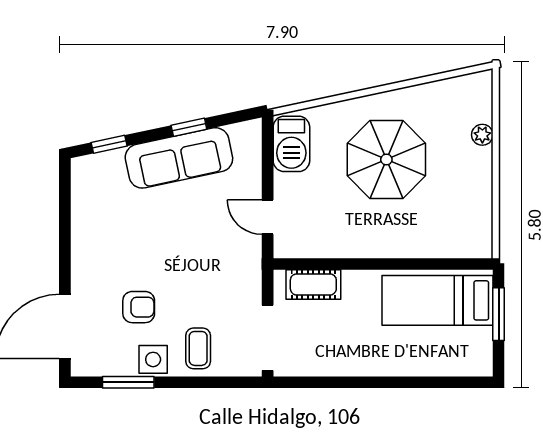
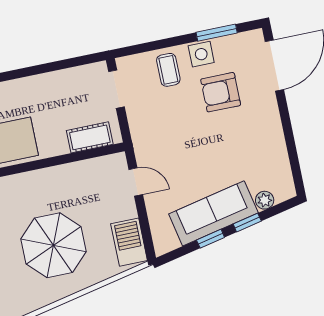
window: (109, 144) -> (247, 223), moved
plant: (112, 161) -> (265, 200), added
armchair: (139, 307) -> (221, 92), width x1.38, depth x1.38
doorway: (268, 338) -> (116, 89), width x0.73

